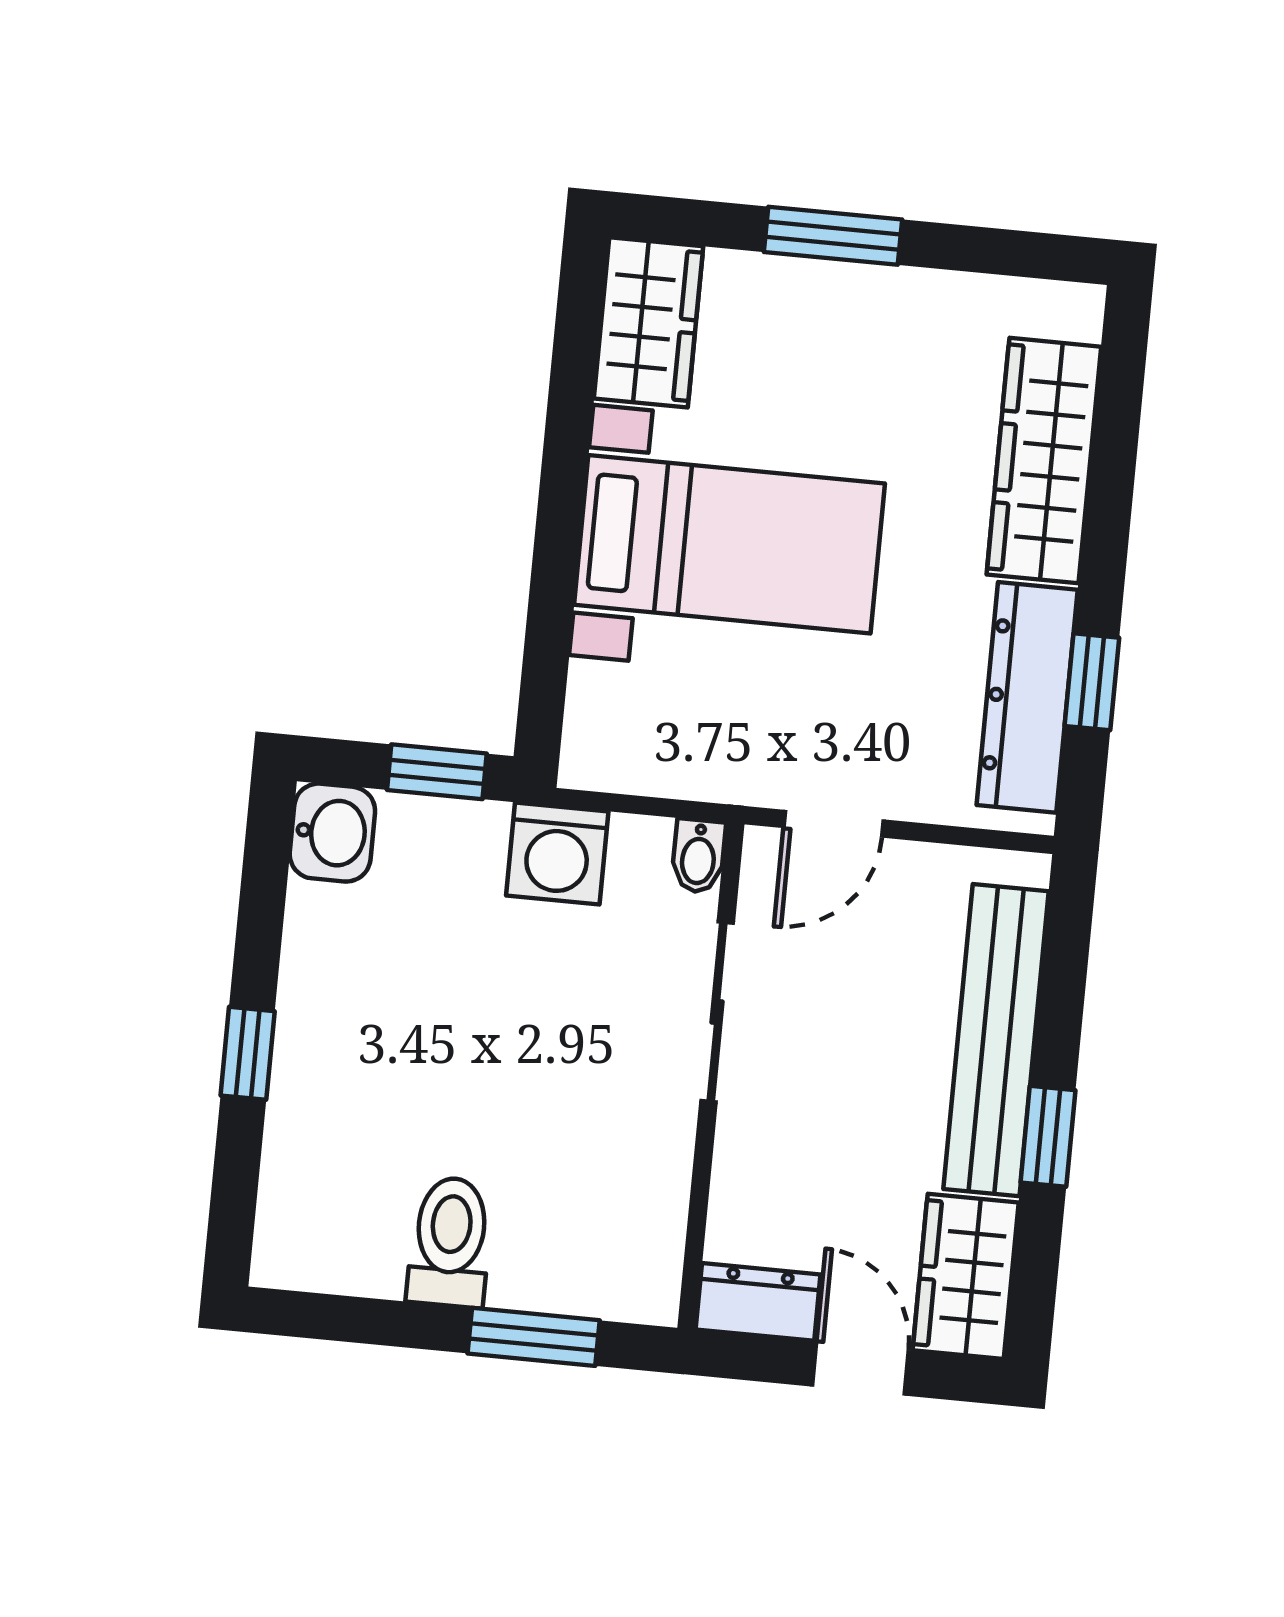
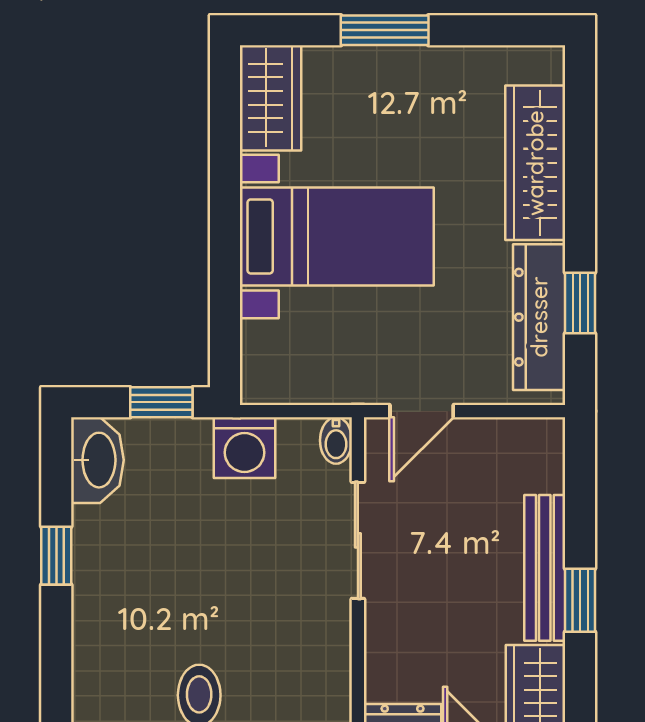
washbasin: (332, 833) -> (97, 460), width x1.38
bench: (996, 1040) -> (545, 568), width x0.73, depth x0.82
window: (248, 1053) -> (56, 556), moved

